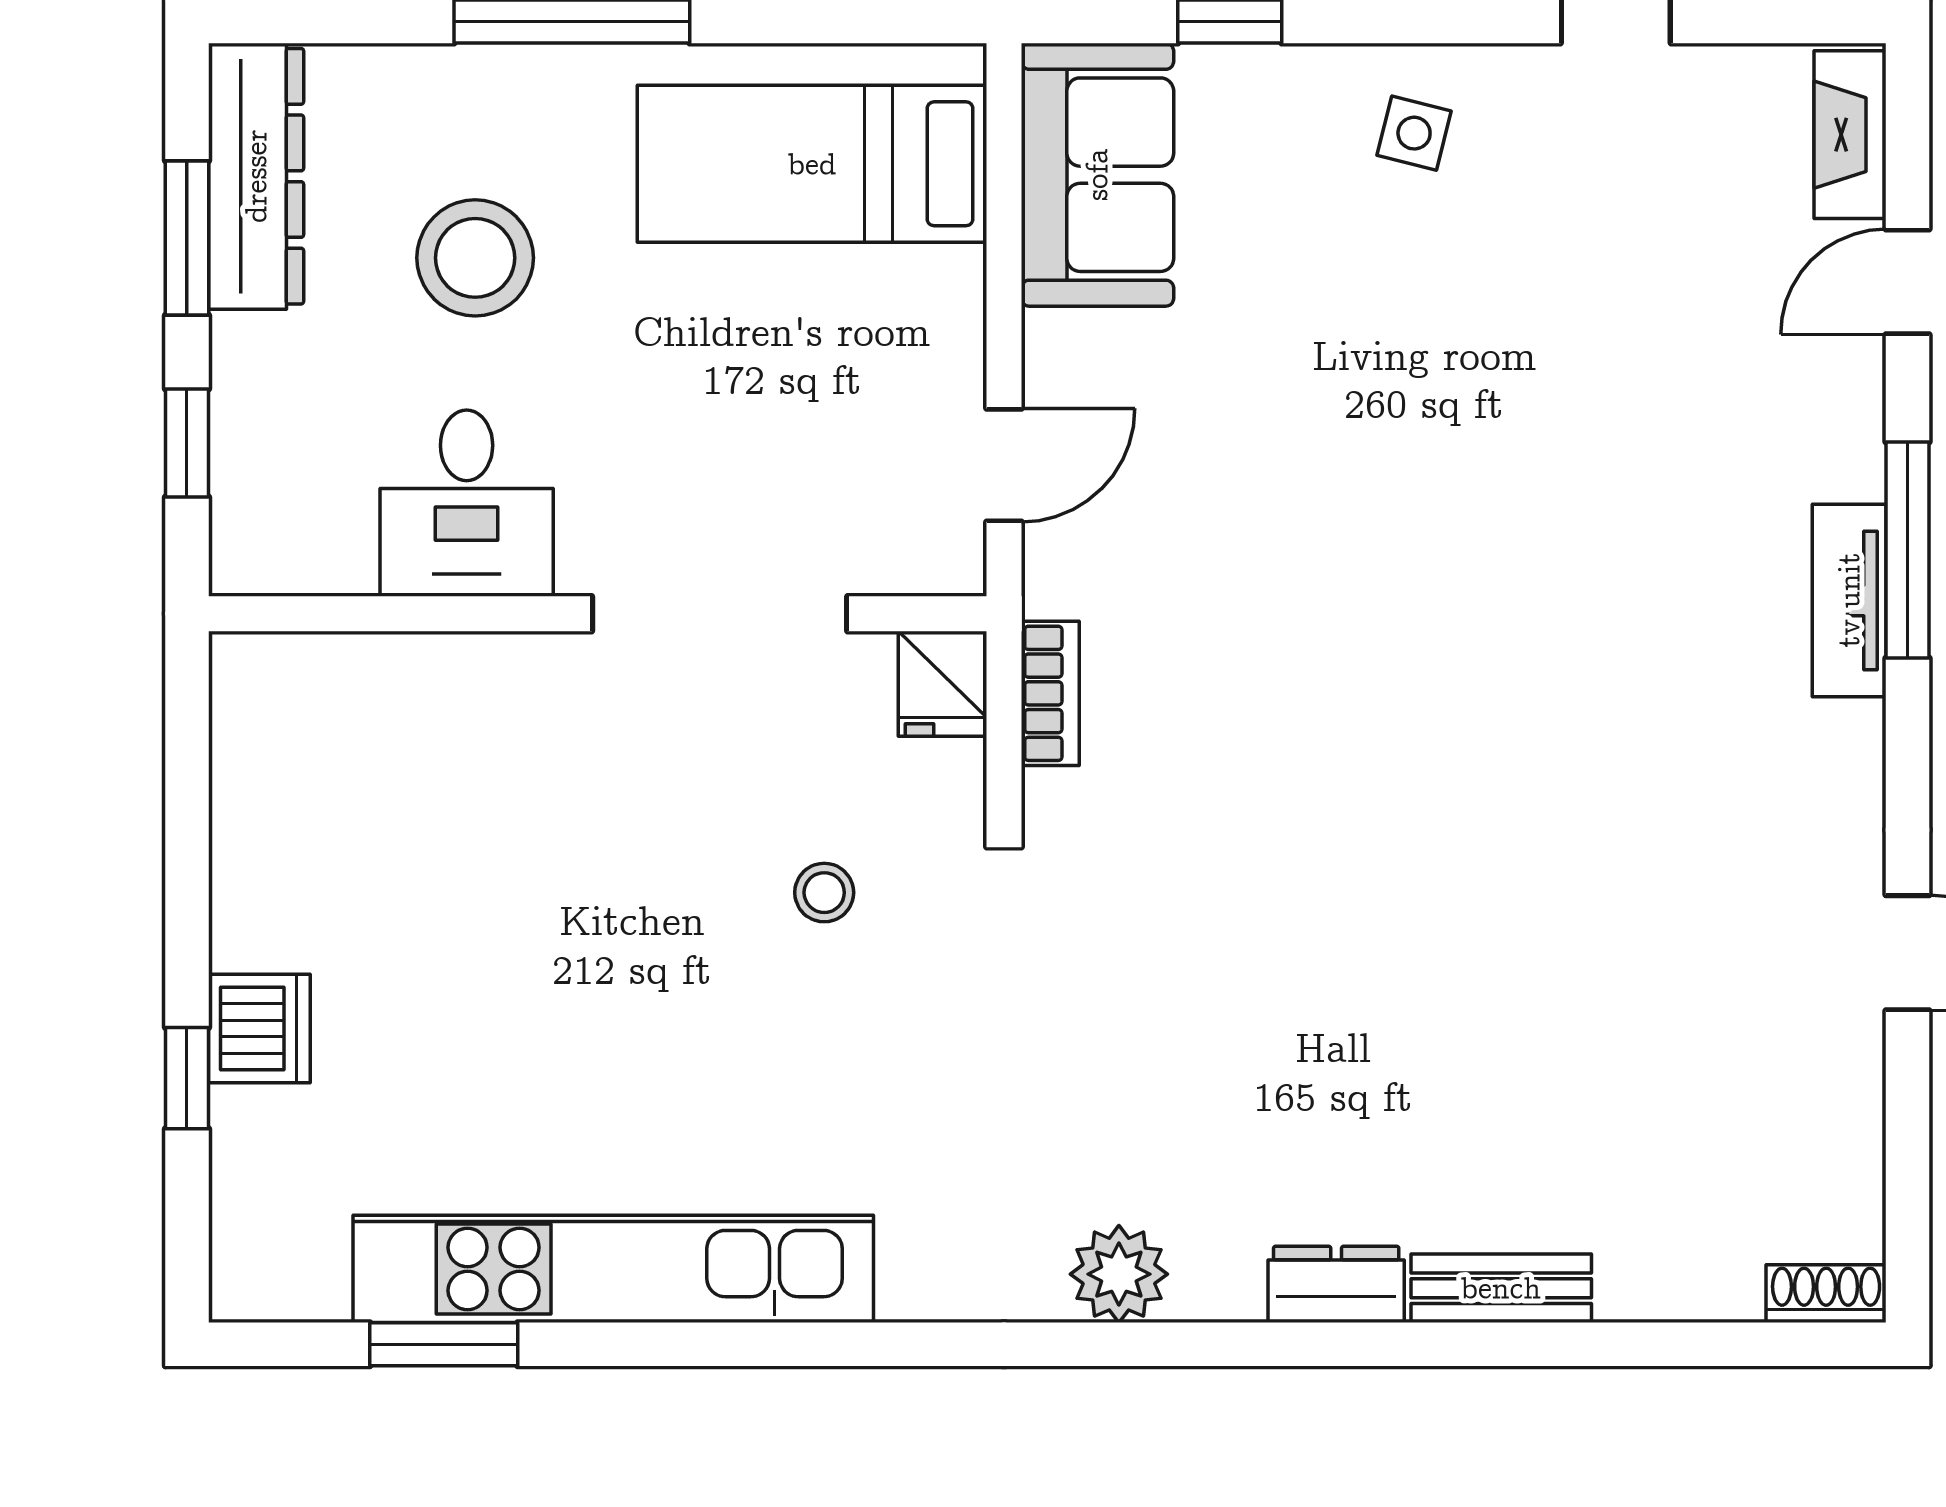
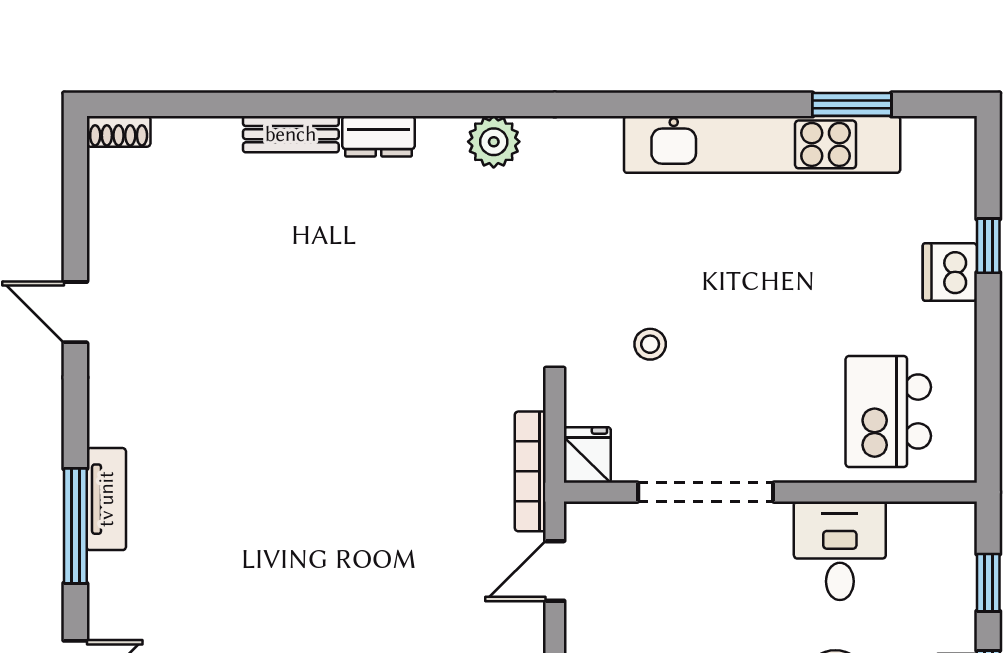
bookcase: (1050, 693) -> (530, 471), width x1.56
kitchen island: (375, 766) -> (888, 411), added

